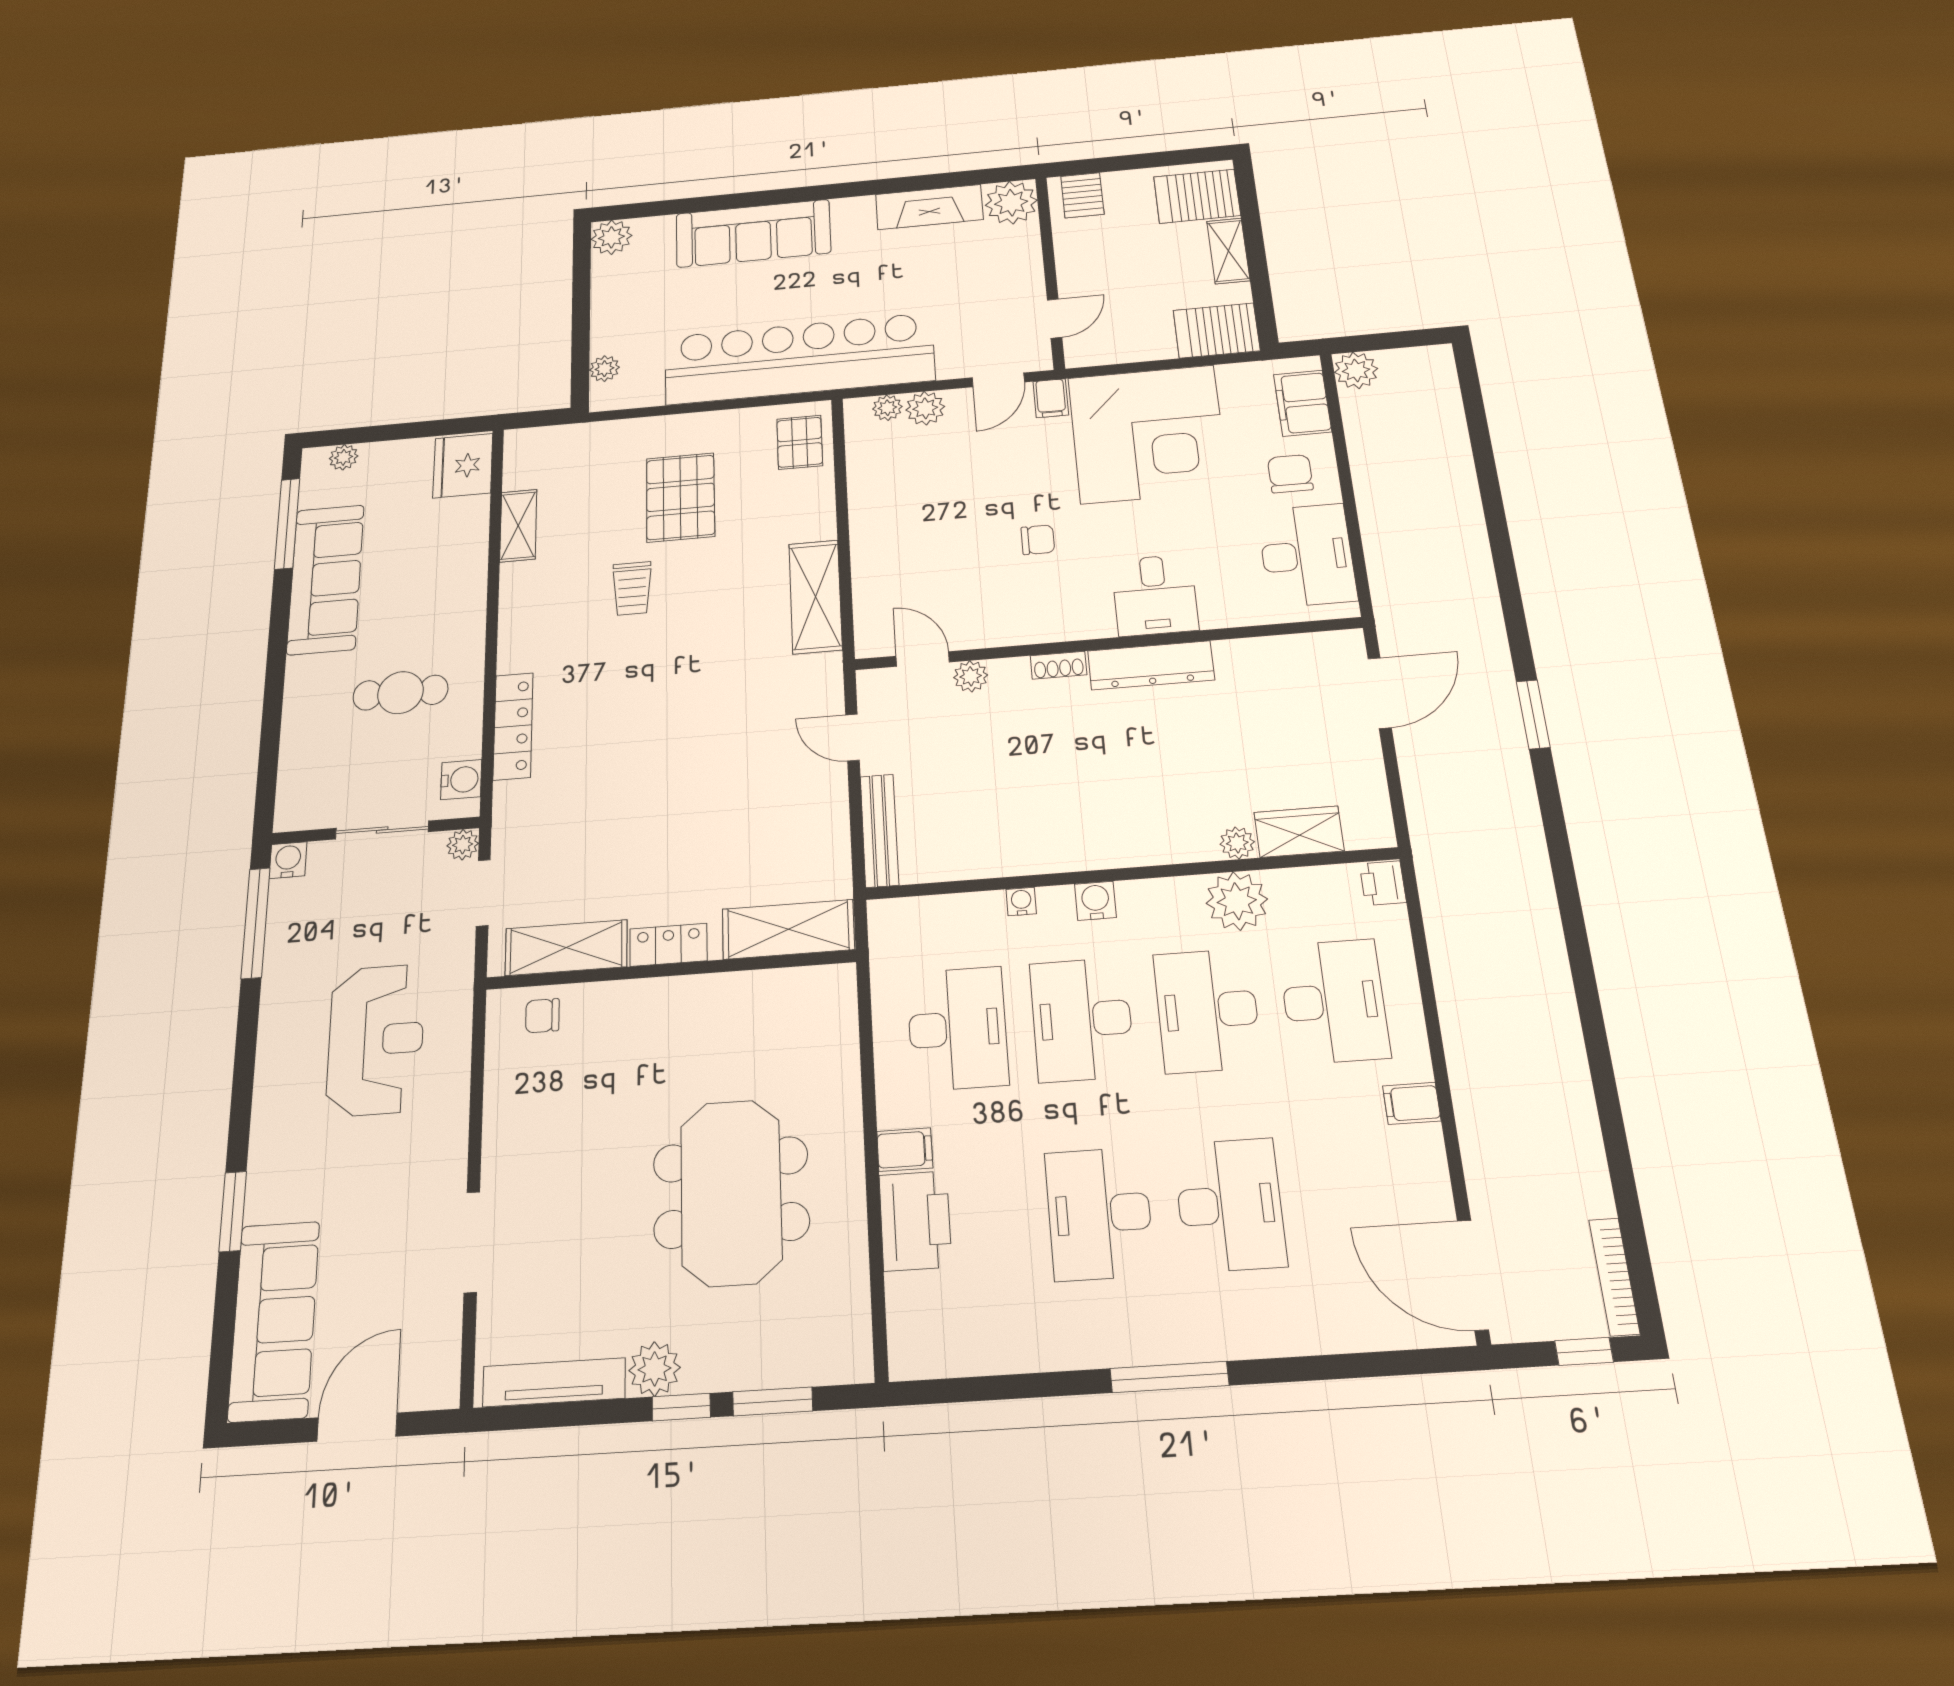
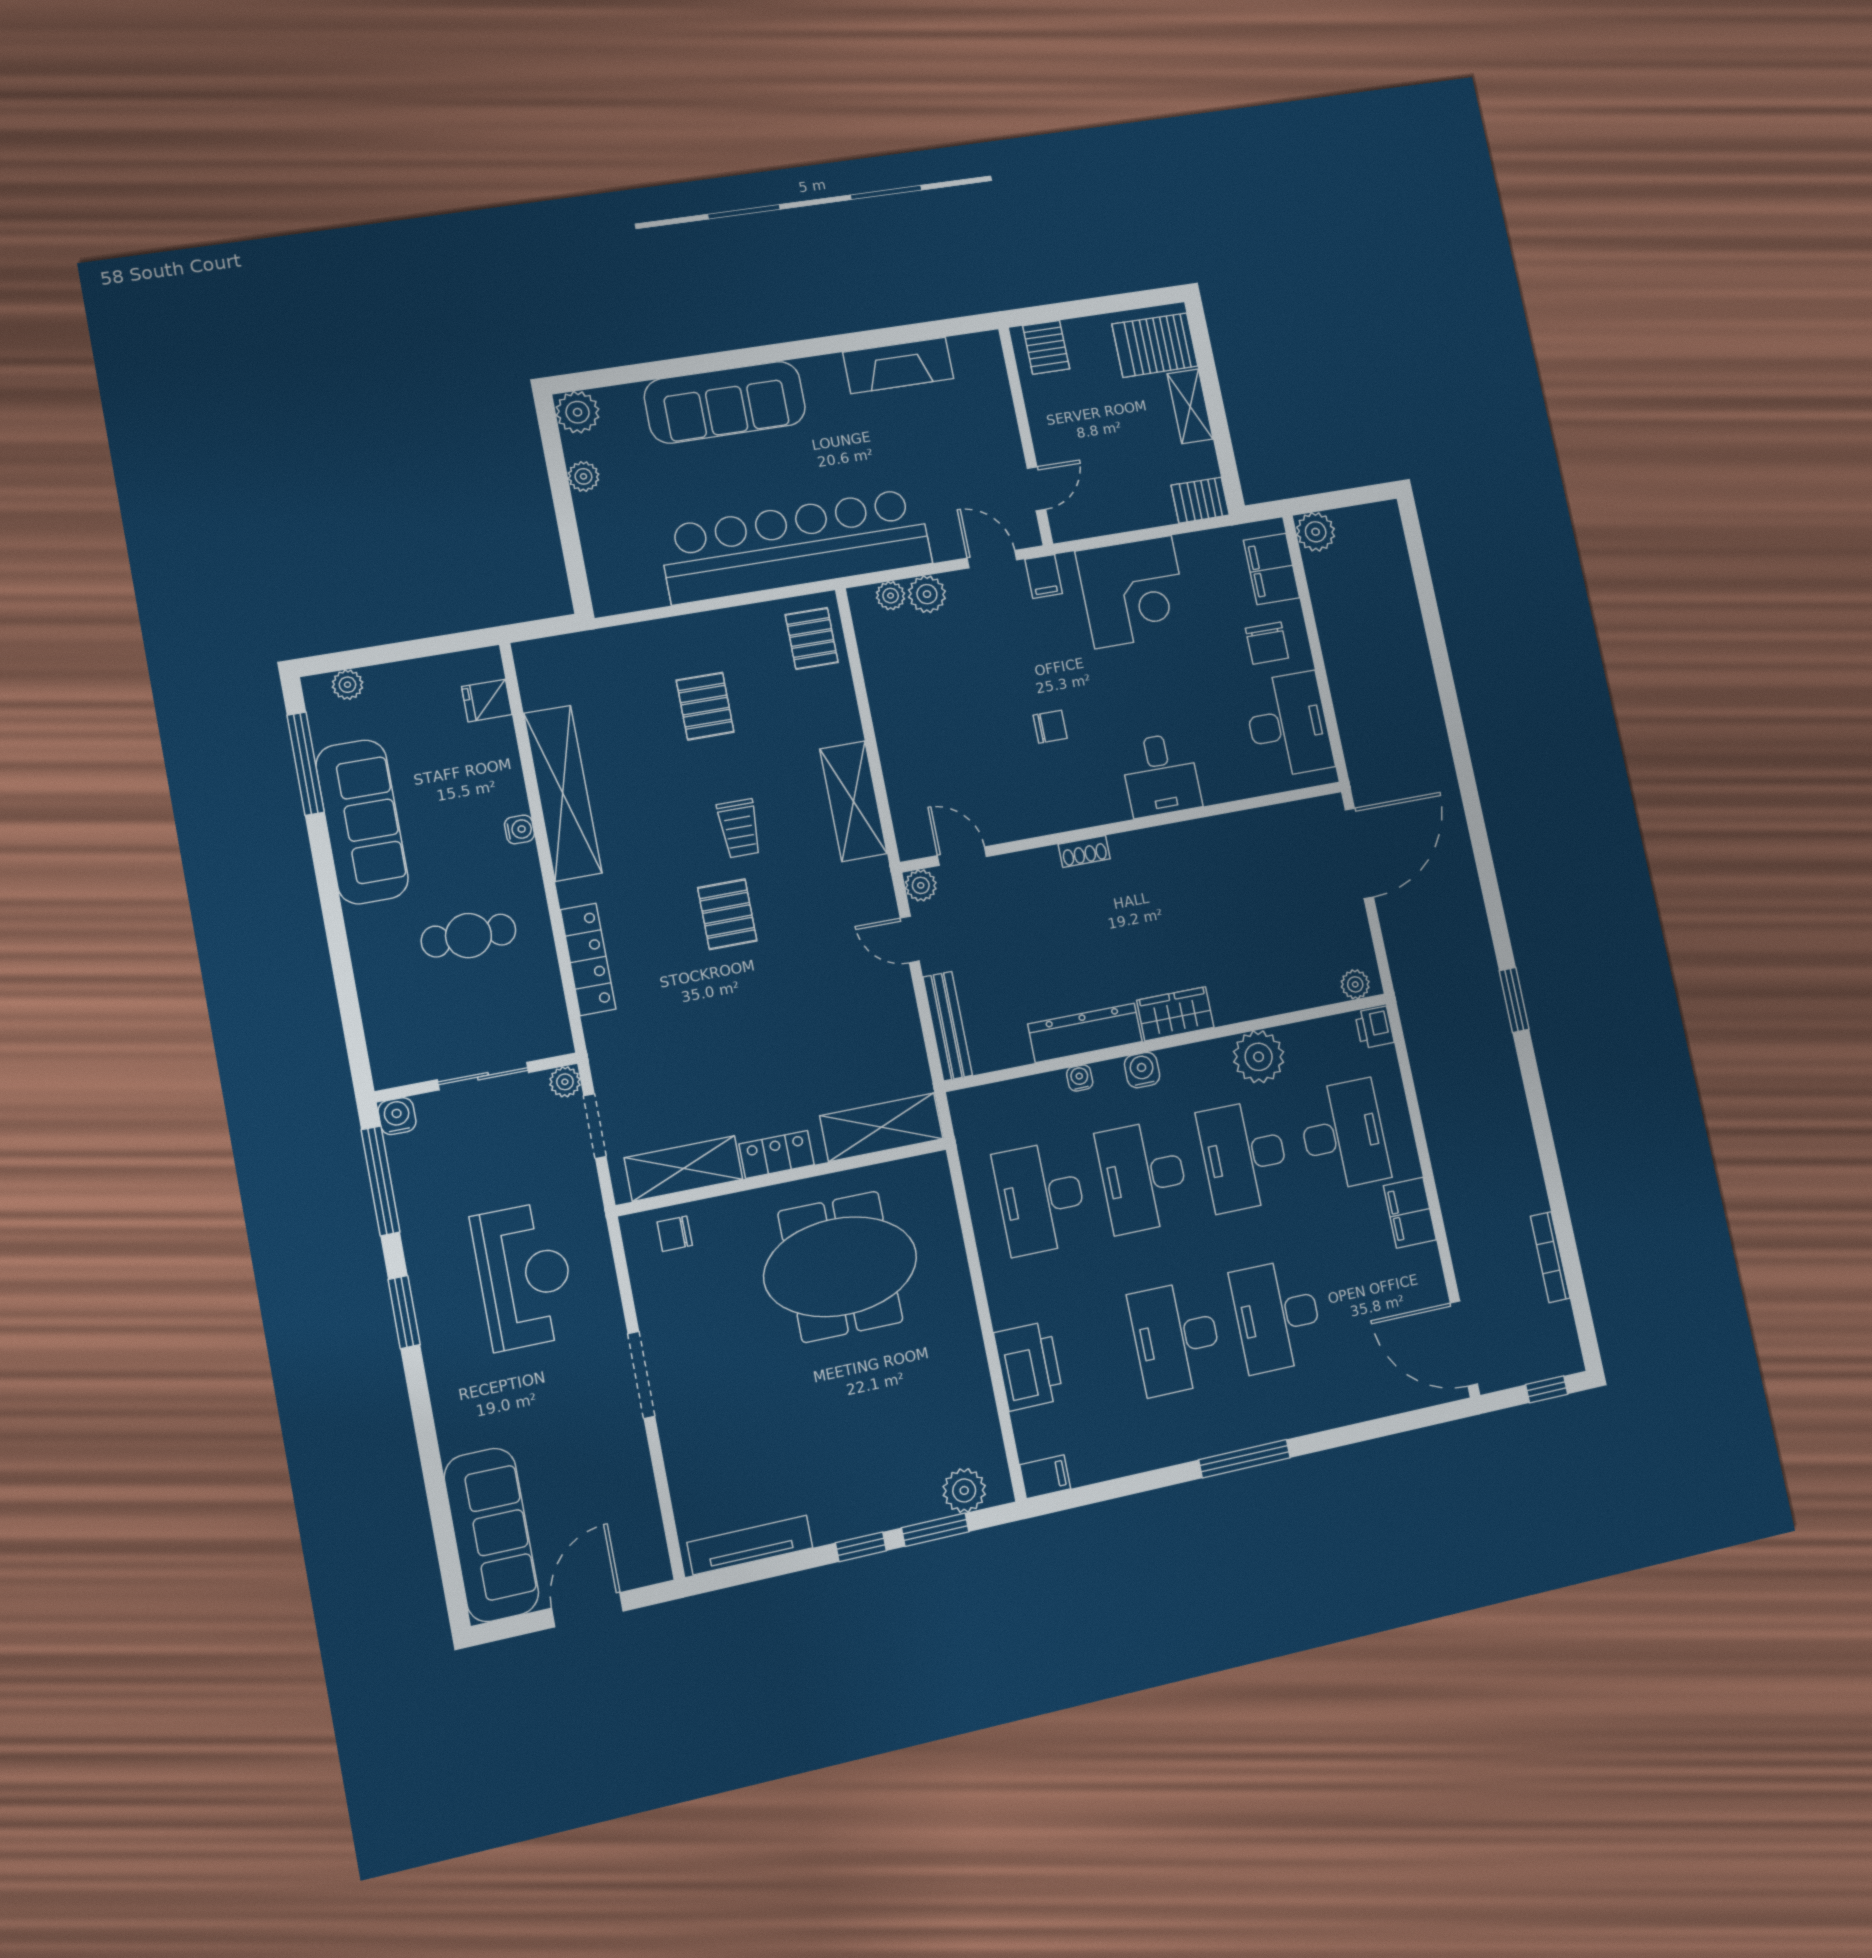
plant: (1011, 203) -> (978, 358), removed
server rack: (1217, 330) -> (1200, 500), width x0.73, depth x0.70
plant: (604, 369) -> (583, 476), moved
door: (998, 380) -> (992, 559), swing flipped
corner desk: (1148, 434) -> (1133, 592), width x0.74, depth x0.74
fridge: (463, 466) -> (487, 700), width x0.53, depth x0.75
chair: (1290, 474) -> (1267, 643), turned 180
pallet: (680, 497) -> (705, 706), width x0.67, depth x0.71
shelving: (518, 526) -> (563, 793), width x2.20, depth x1.33
trolley: (632, 588) -> (739, 828), moved
dresser: (1151, 665) -> (1085, 1033), moved, turned 180
plant: (971, 676) -> (921, 885), moved
door: (1380, 693) -> (1359, 853), width x1.36
pallet: (664, 695) -> (727, 914), added
window: (1533, 714) -> (1514, 1000), moved
water cooler: (461, 780) -> (519, 829), moved, width x0.72, depth x0.72
wardrobe: (1299, 832) -> (1175, 1014), moved
plant: (1237, 843) -> (1355, 984), moved
desk: (957, 1029) -> (1041, 1198), turned 180
filing cabinet: (1412, 1103) -> (1410, 1213), width x2.00
filing cabinet: (905, 1150) -> (1045, 1477), moved
meeting table: (731, 1192) -> (840, 1267), moved, turned 90
desk: (1230, 1205) -> (1277, 1316), turned 180
window: (233, 1211) -> (404, 1312), moved
doorway: (472, 1242) -> (641, 1375), moved
bookcase: (1614, 1277) -> (1550, 1257), moved
plant: (655, 1369) -> (964, 1490), moved

